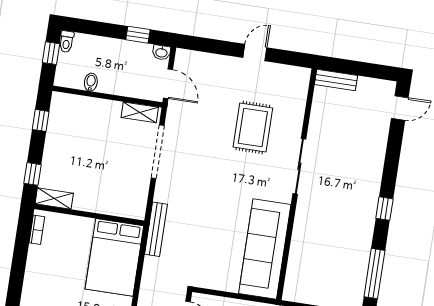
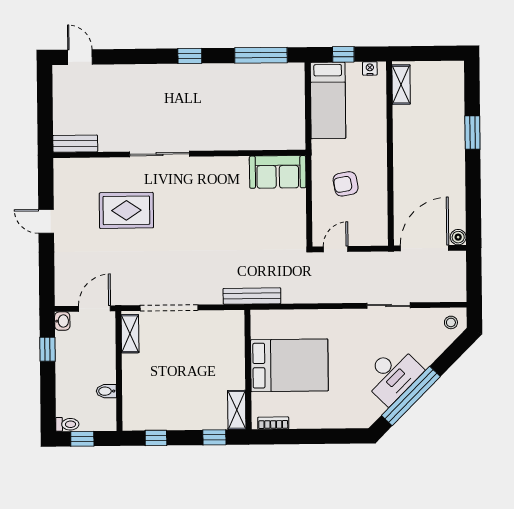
bench: (336, 80) -> (75, 144), moved, turned 90
sofa: (265, 249) -> (278, 172), width x0.54, depth x0.79
bed: (114, 257) -> (289, 365), moved

